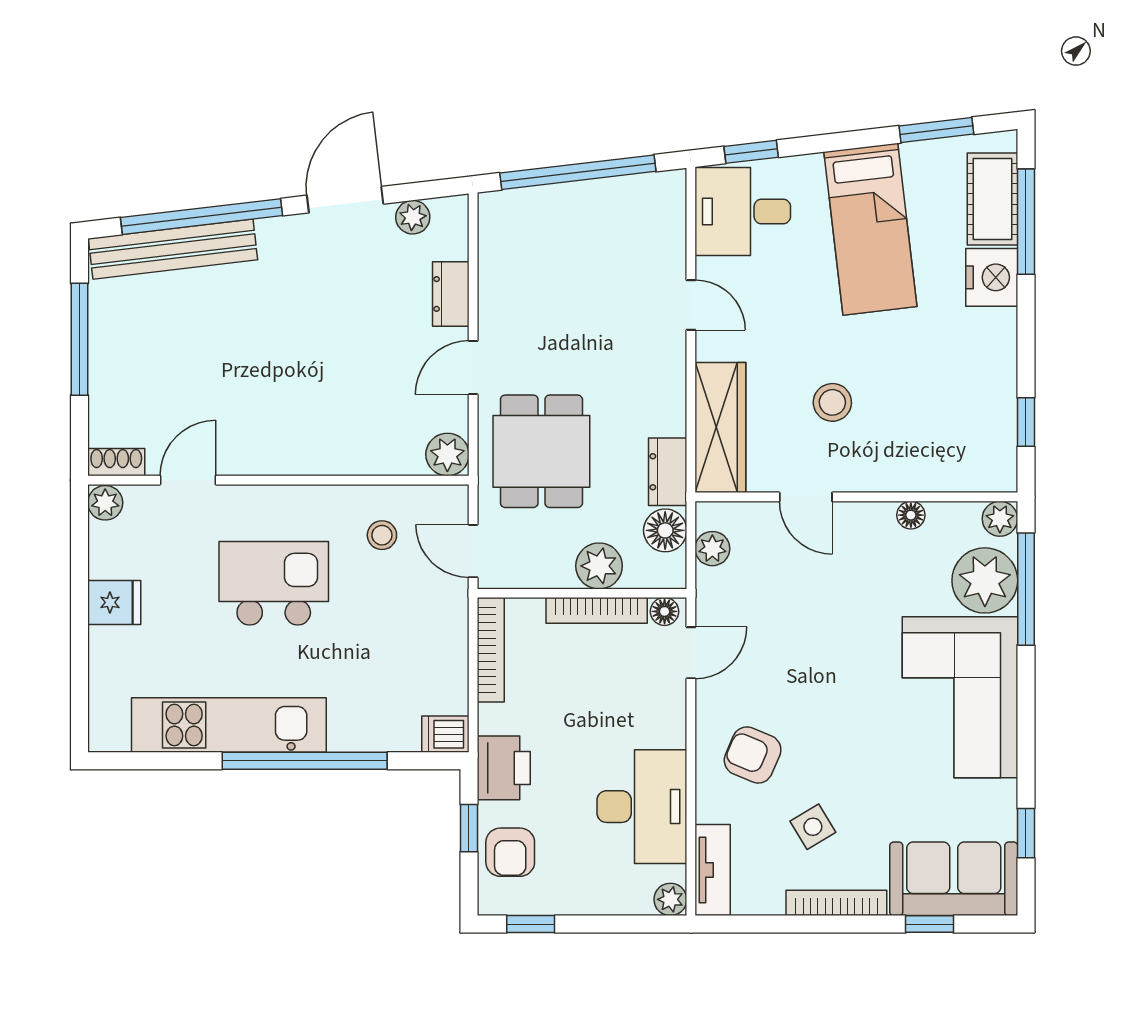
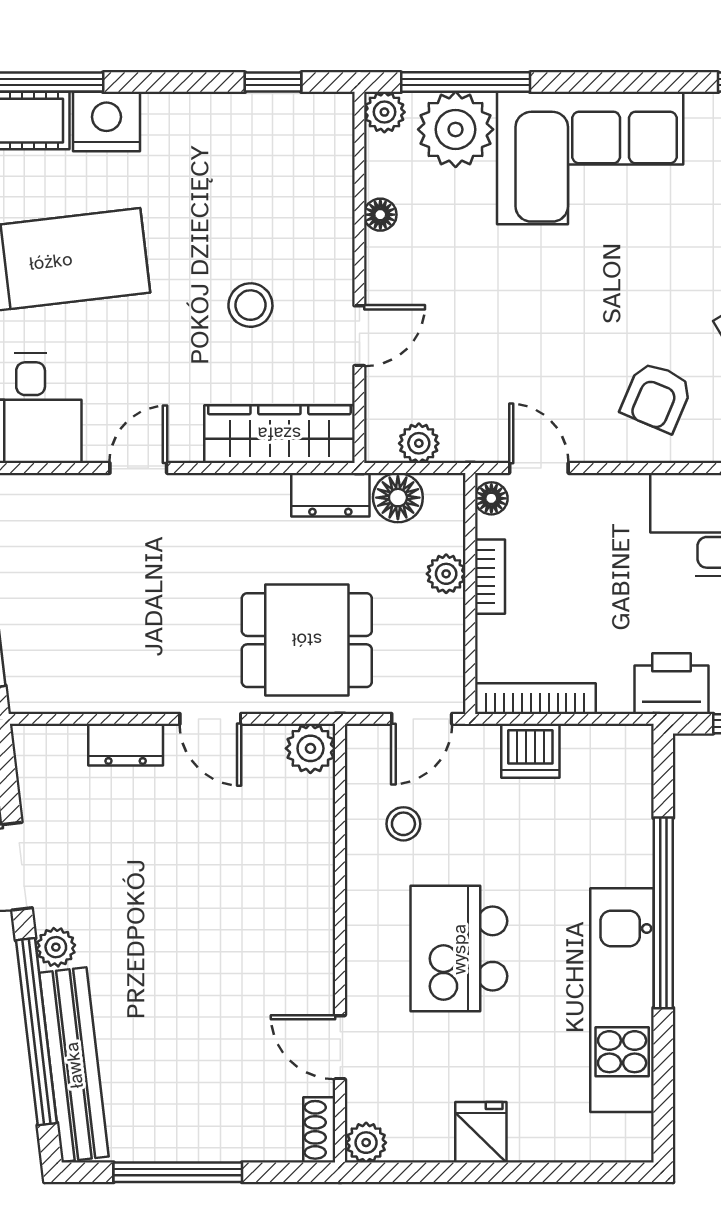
plant: (413, 217) -> (56, 947), moved
plant: (599, 566) -> (446, 574), width x0.73, depth x0.73
bookcase: (597, 610) -> (490, 577), width x0.64
dishwasher: (445, 734) -> (530, 751), moved, width x1.38

